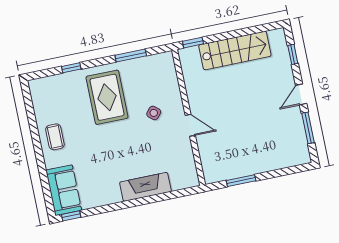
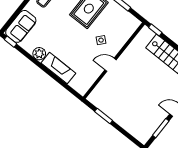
door: (190, 125) -> (110, 65), swing flipped
plant: (111, 195) -> (39, 54), added

